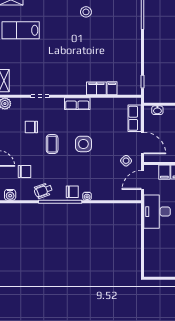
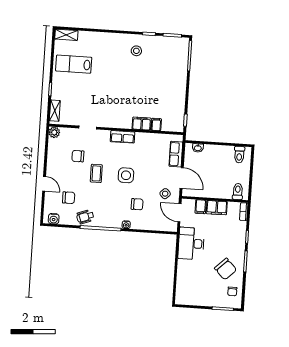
door: (142, 180) -> (179, 213), hinge flipped
chair: (72, 192) -> (137, 204), moved

